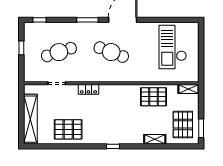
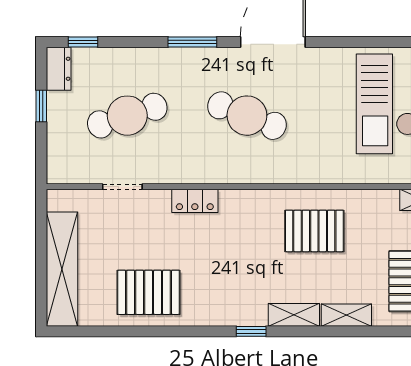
dresser: (29, 32) -> (59, 69), added
pallet: (154, 97) -> (314, 231), moved
shelving: (132, 139) -> (294, 315), added

